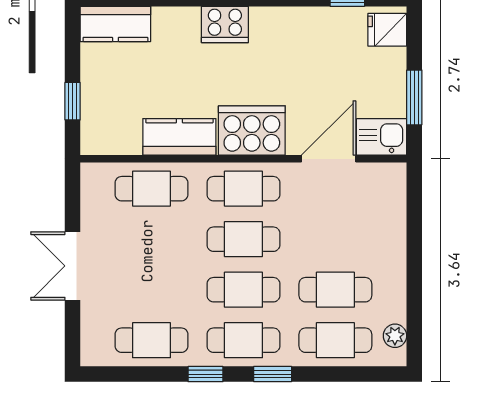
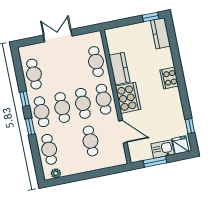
window: (73, 101) -> (151, 17), moved
kitchen sink: (382, 137) -> (163, 149), moved, turned -90
cafe table: (335, 290) -> (90, 141), moved

